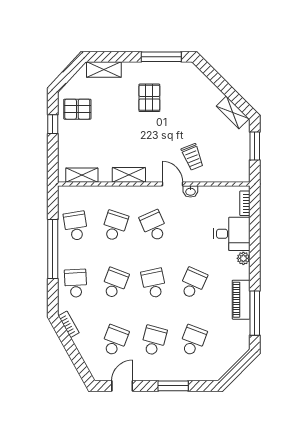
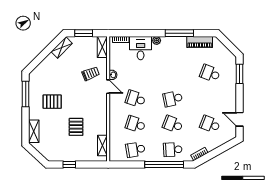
pallet: (77, 109) -> (76, 127), moved
shelving: (129, 175) -> (102, 47), moved
door: (173, 184) -> (108, 87), swing flipped
school desk: (154, 226) -> (135, 99), turned 42
window: (53, 249) -> (164, 164), moved
school desk: (193, 283) -> (173, 73), removed
piano: (241, 300) -> (200, 42), moved
window: (255, 313) -> (179, 33), moved
school desk: (154, 341) -> (210, 99), removed
window: (173, 386) -> (239, 74), moved

